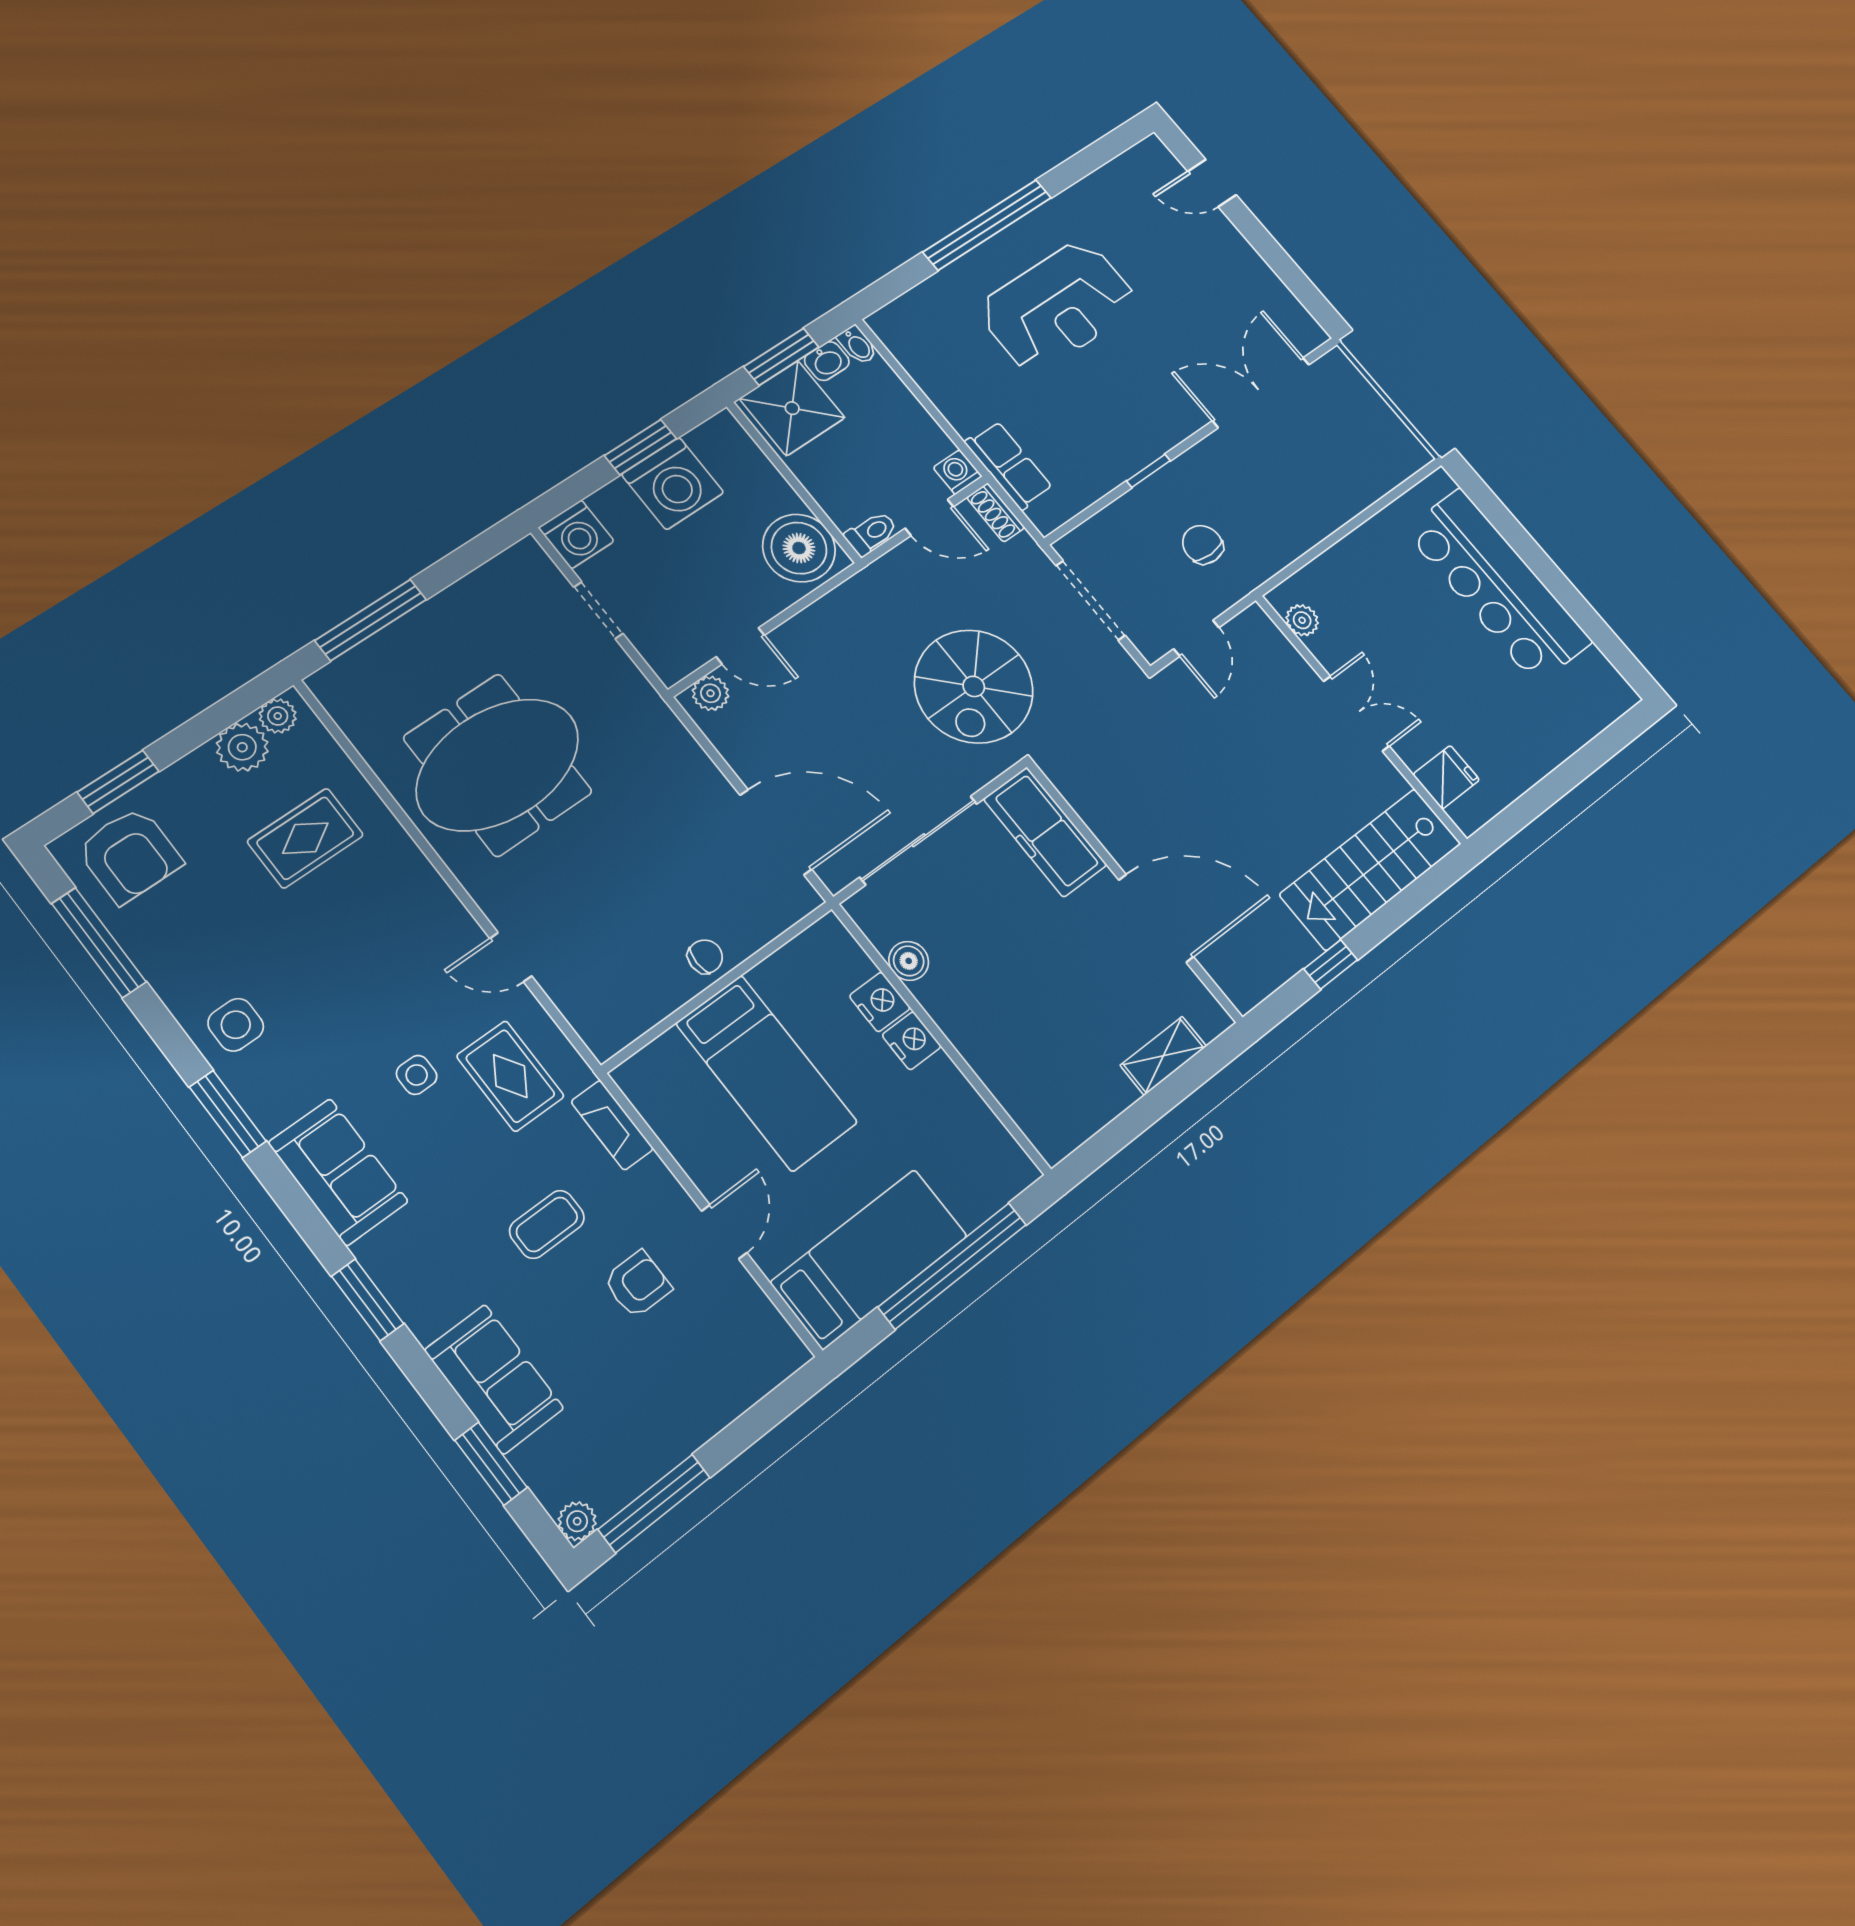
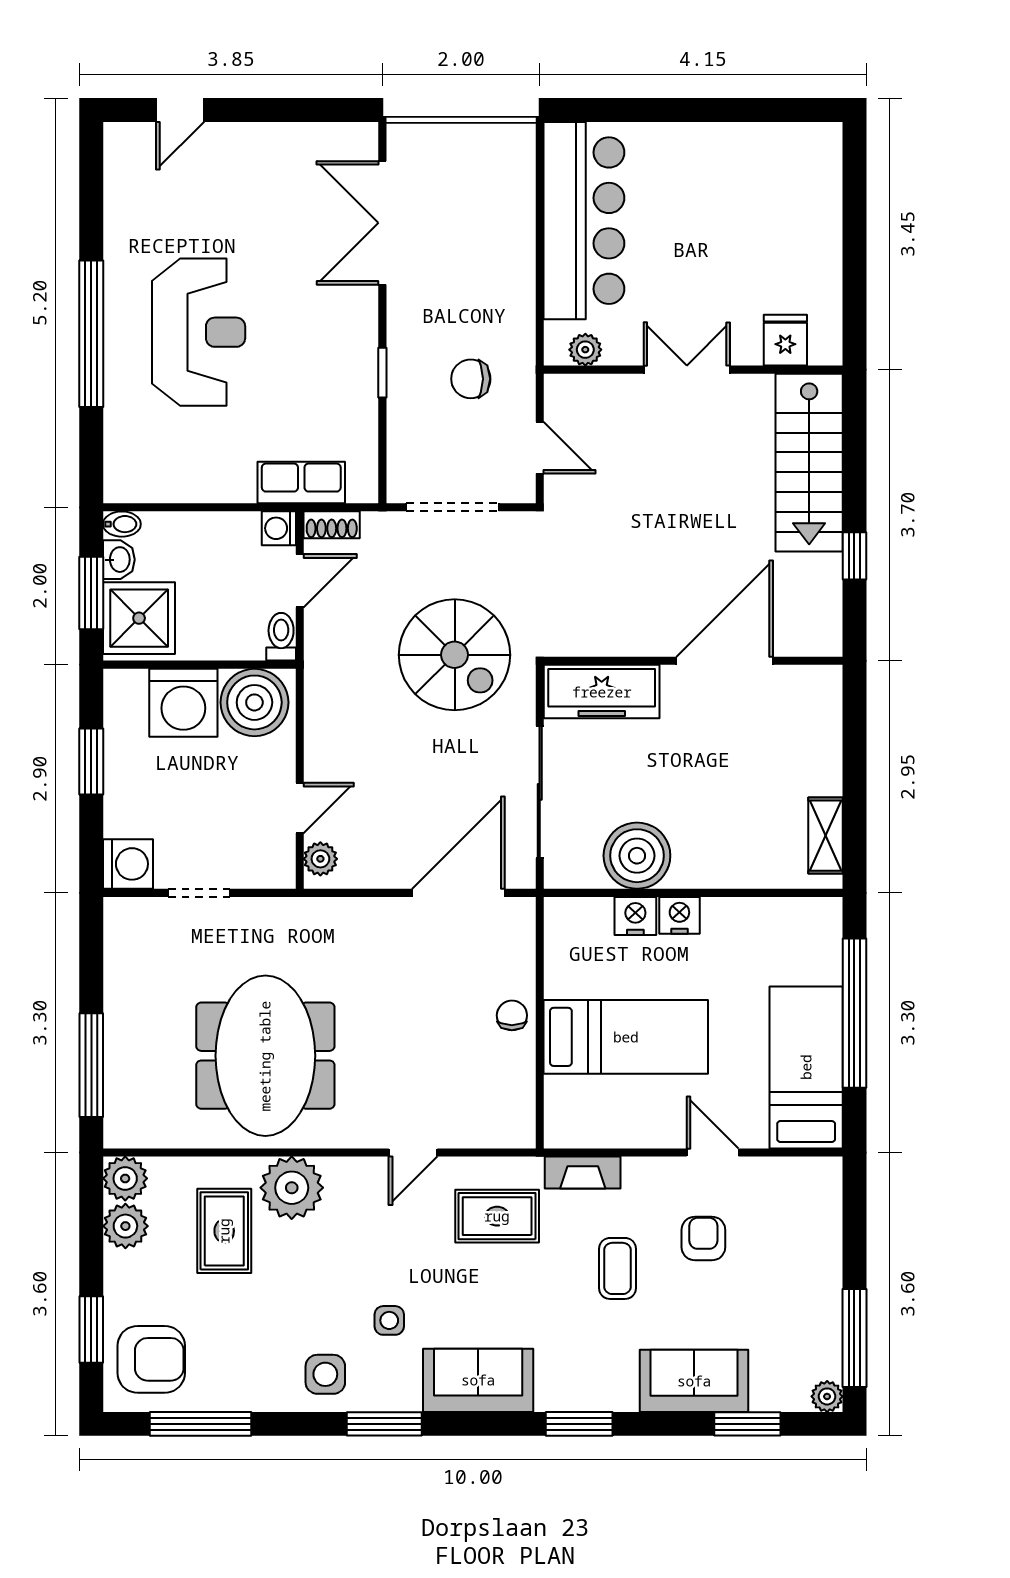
washing machine: (673, 483) -> (183, 703), moved, turned 90
bar counter: (1498, 586) -> (584, 221), moved, turned -90
plant: (278, 716) -> (125, 1178), width x1.38, depth x1.38
plant: (393, 871) -> (292, 1188), added
boiler: (909, 961) -> (637, 856), width x1.86, depth x1.86
shelving: (1163, 1056) -> (826, 836), moved
side table: (417, 1075) -> (389, 1320), moved

